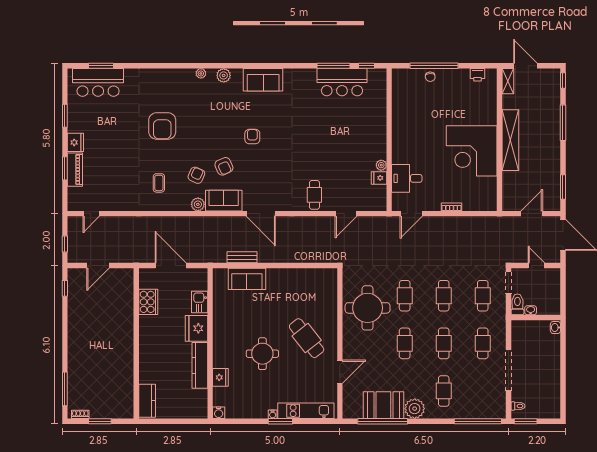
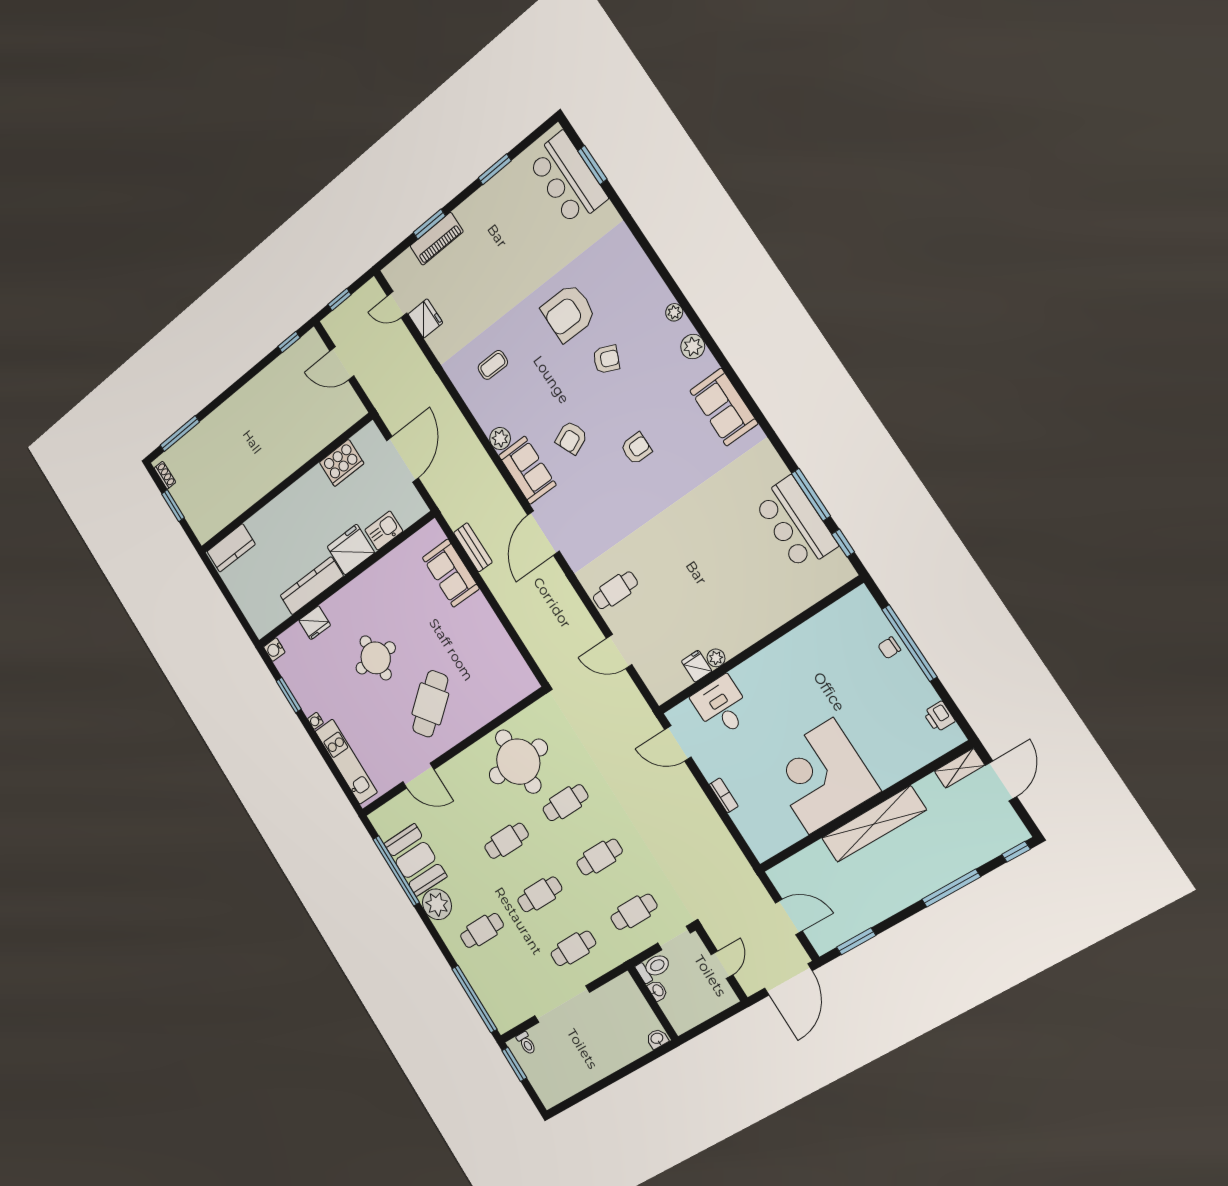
fridge: (75, 142) -> (425, 318), moved, turned -90
armchair: (196, 175) -> (606, 359), moved
window: (280, 421) -> (289, 695), moved

